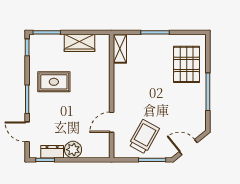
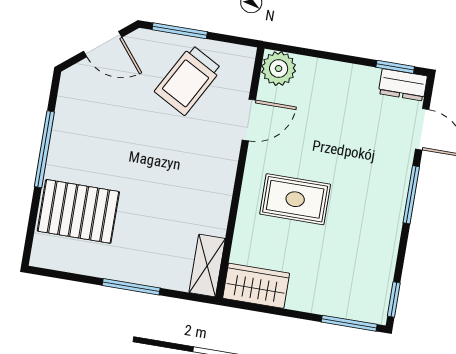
wardrobe: (79, 43) -> (256, 286), moved
pallet: (187, 64) -> (78, 211), turned 90
rug: (54, 82) -> (295, 199), moved
plant: (73, 150) -> (279, 69), moved
dresser: (52, 152) -> (403, 85), moved

